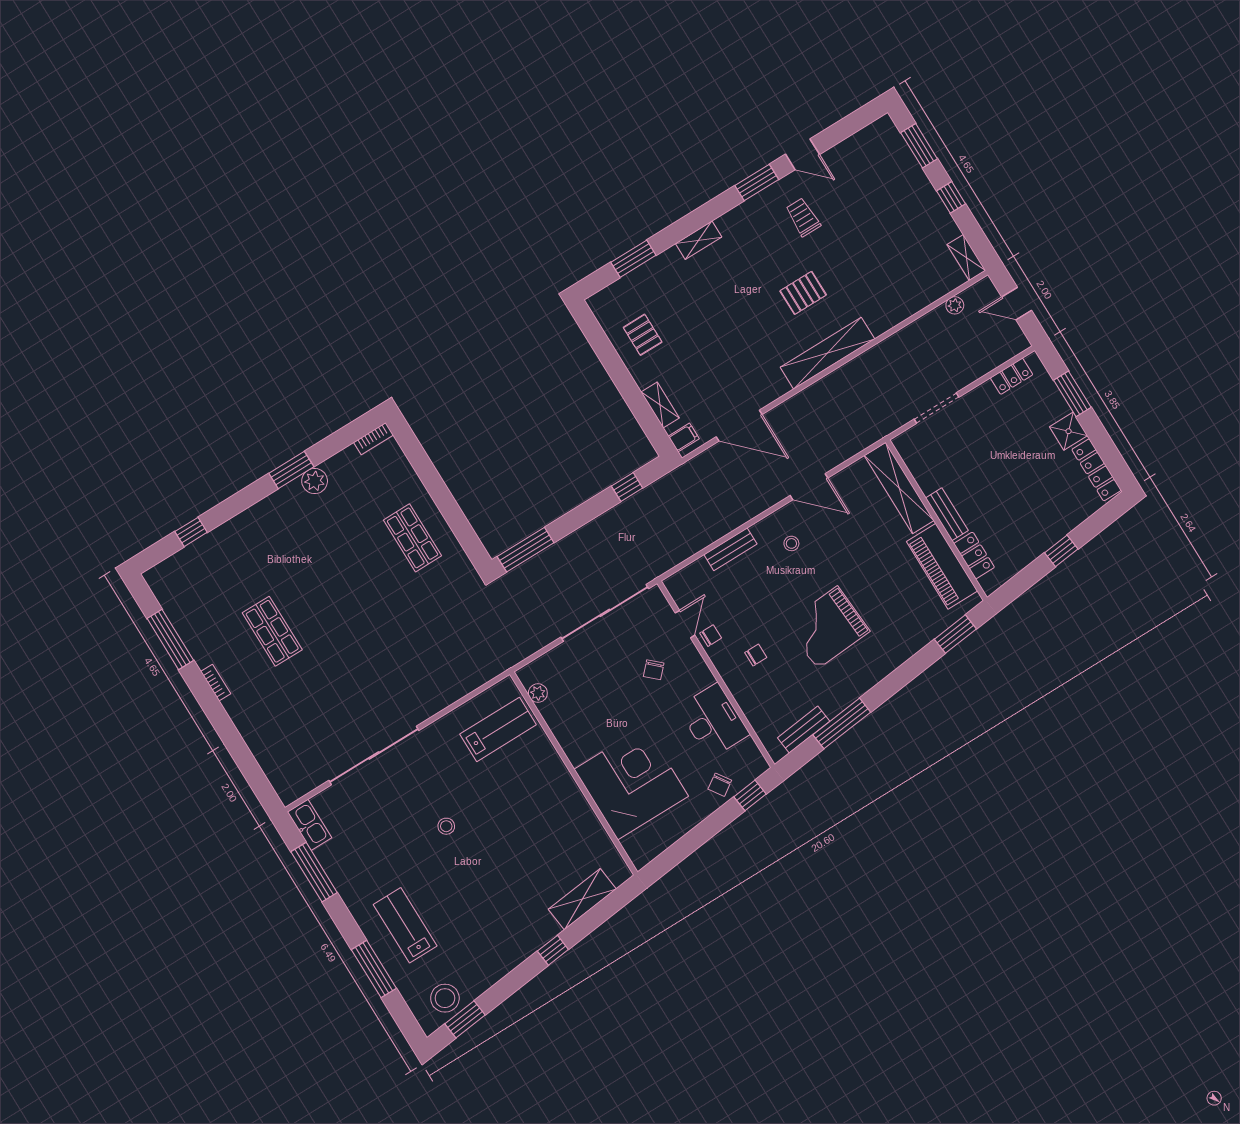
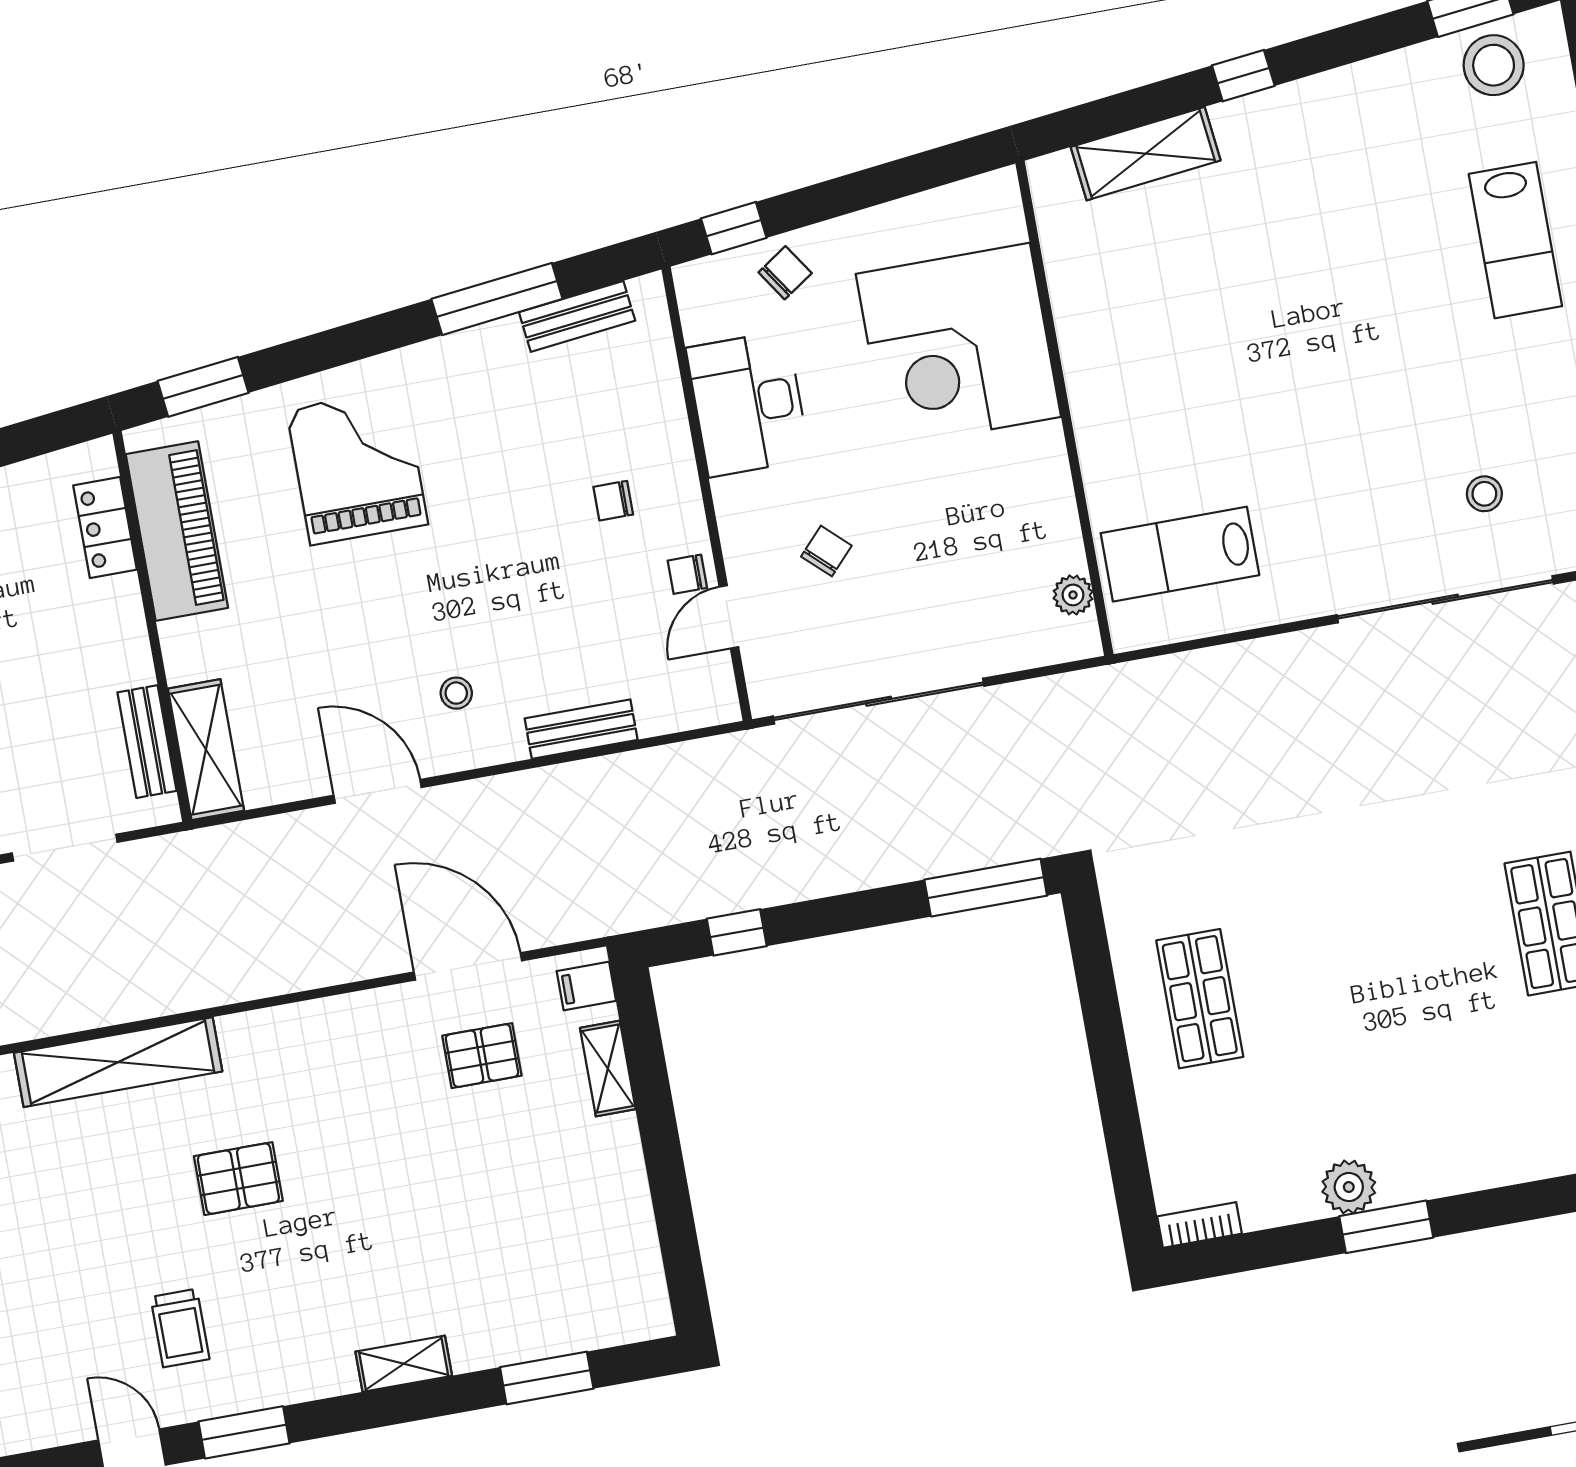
pallet: (643, 335) -> (482, 1056), moved, turned 90
shelving: (827, 353) -> (118, 1062), moved
shelving: (899, 488) -> (206, 750), width x0.68
bench: (947, 514) -> (147, 742), moved
grand piano: (827, 627) -> (357, 467), moved, turned -86
stool: (446, 826) -> (1484, 494), moved

